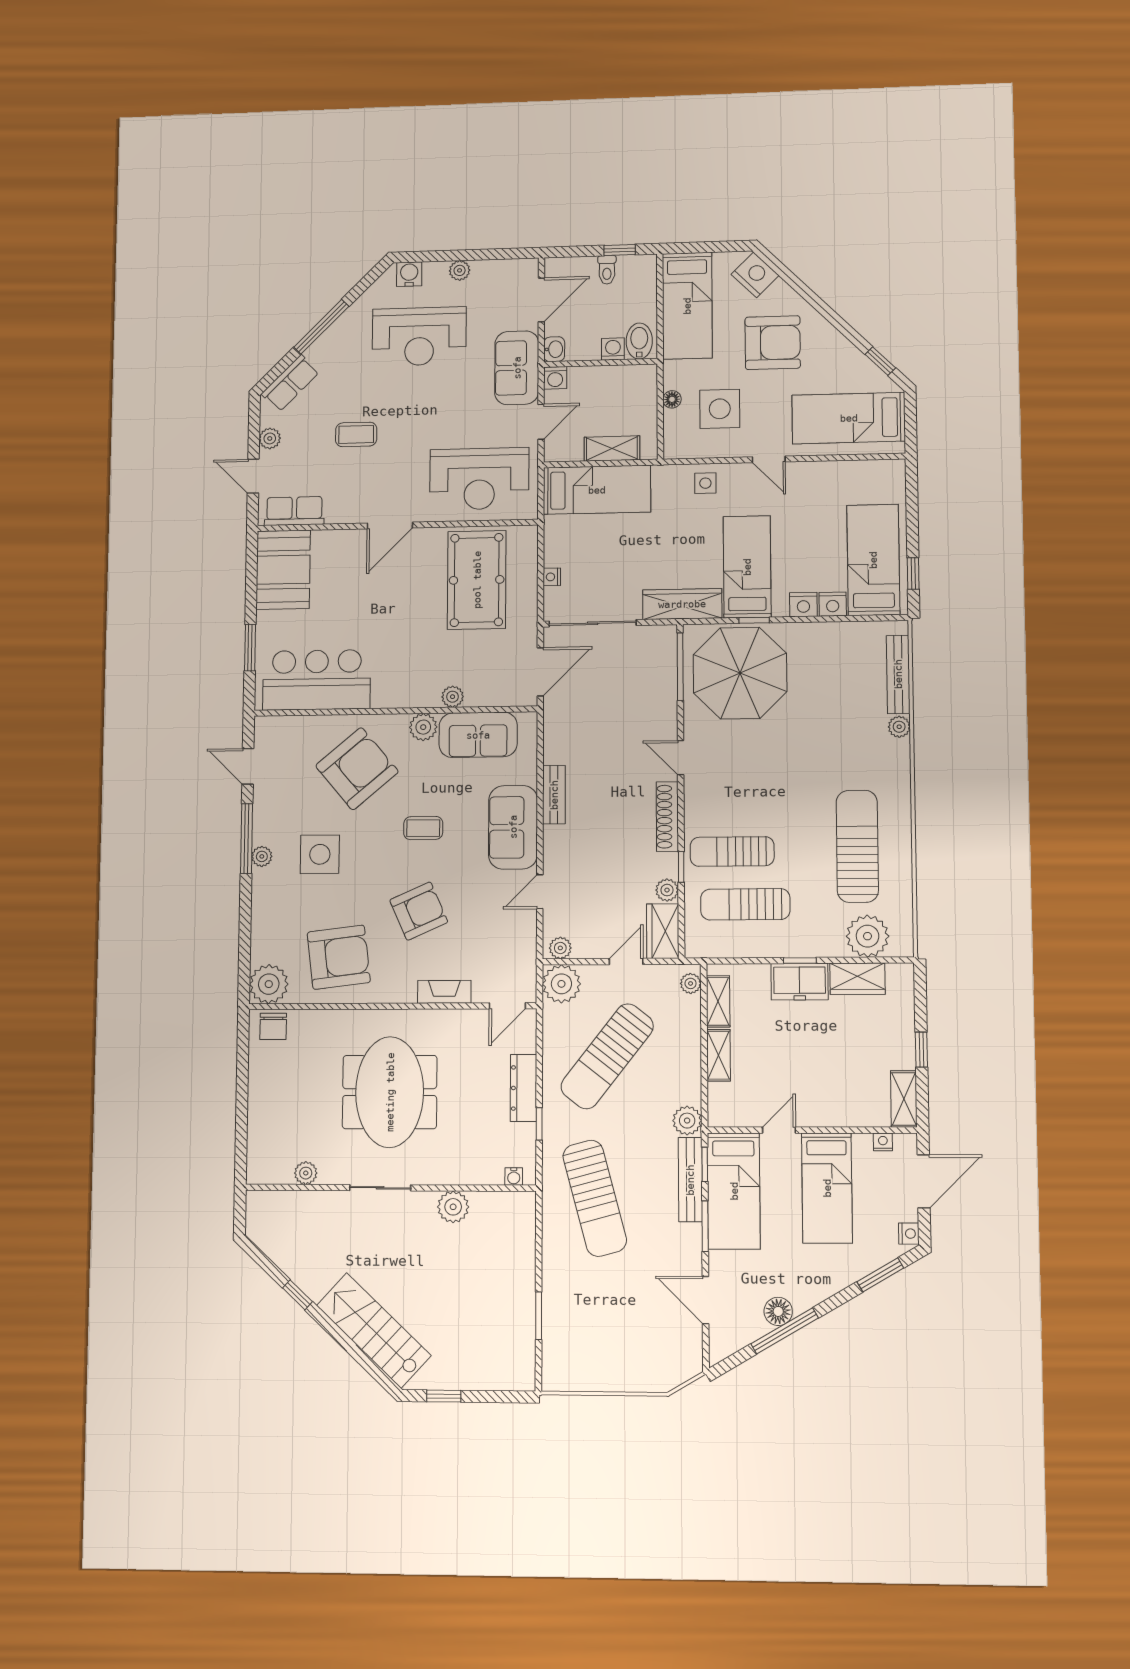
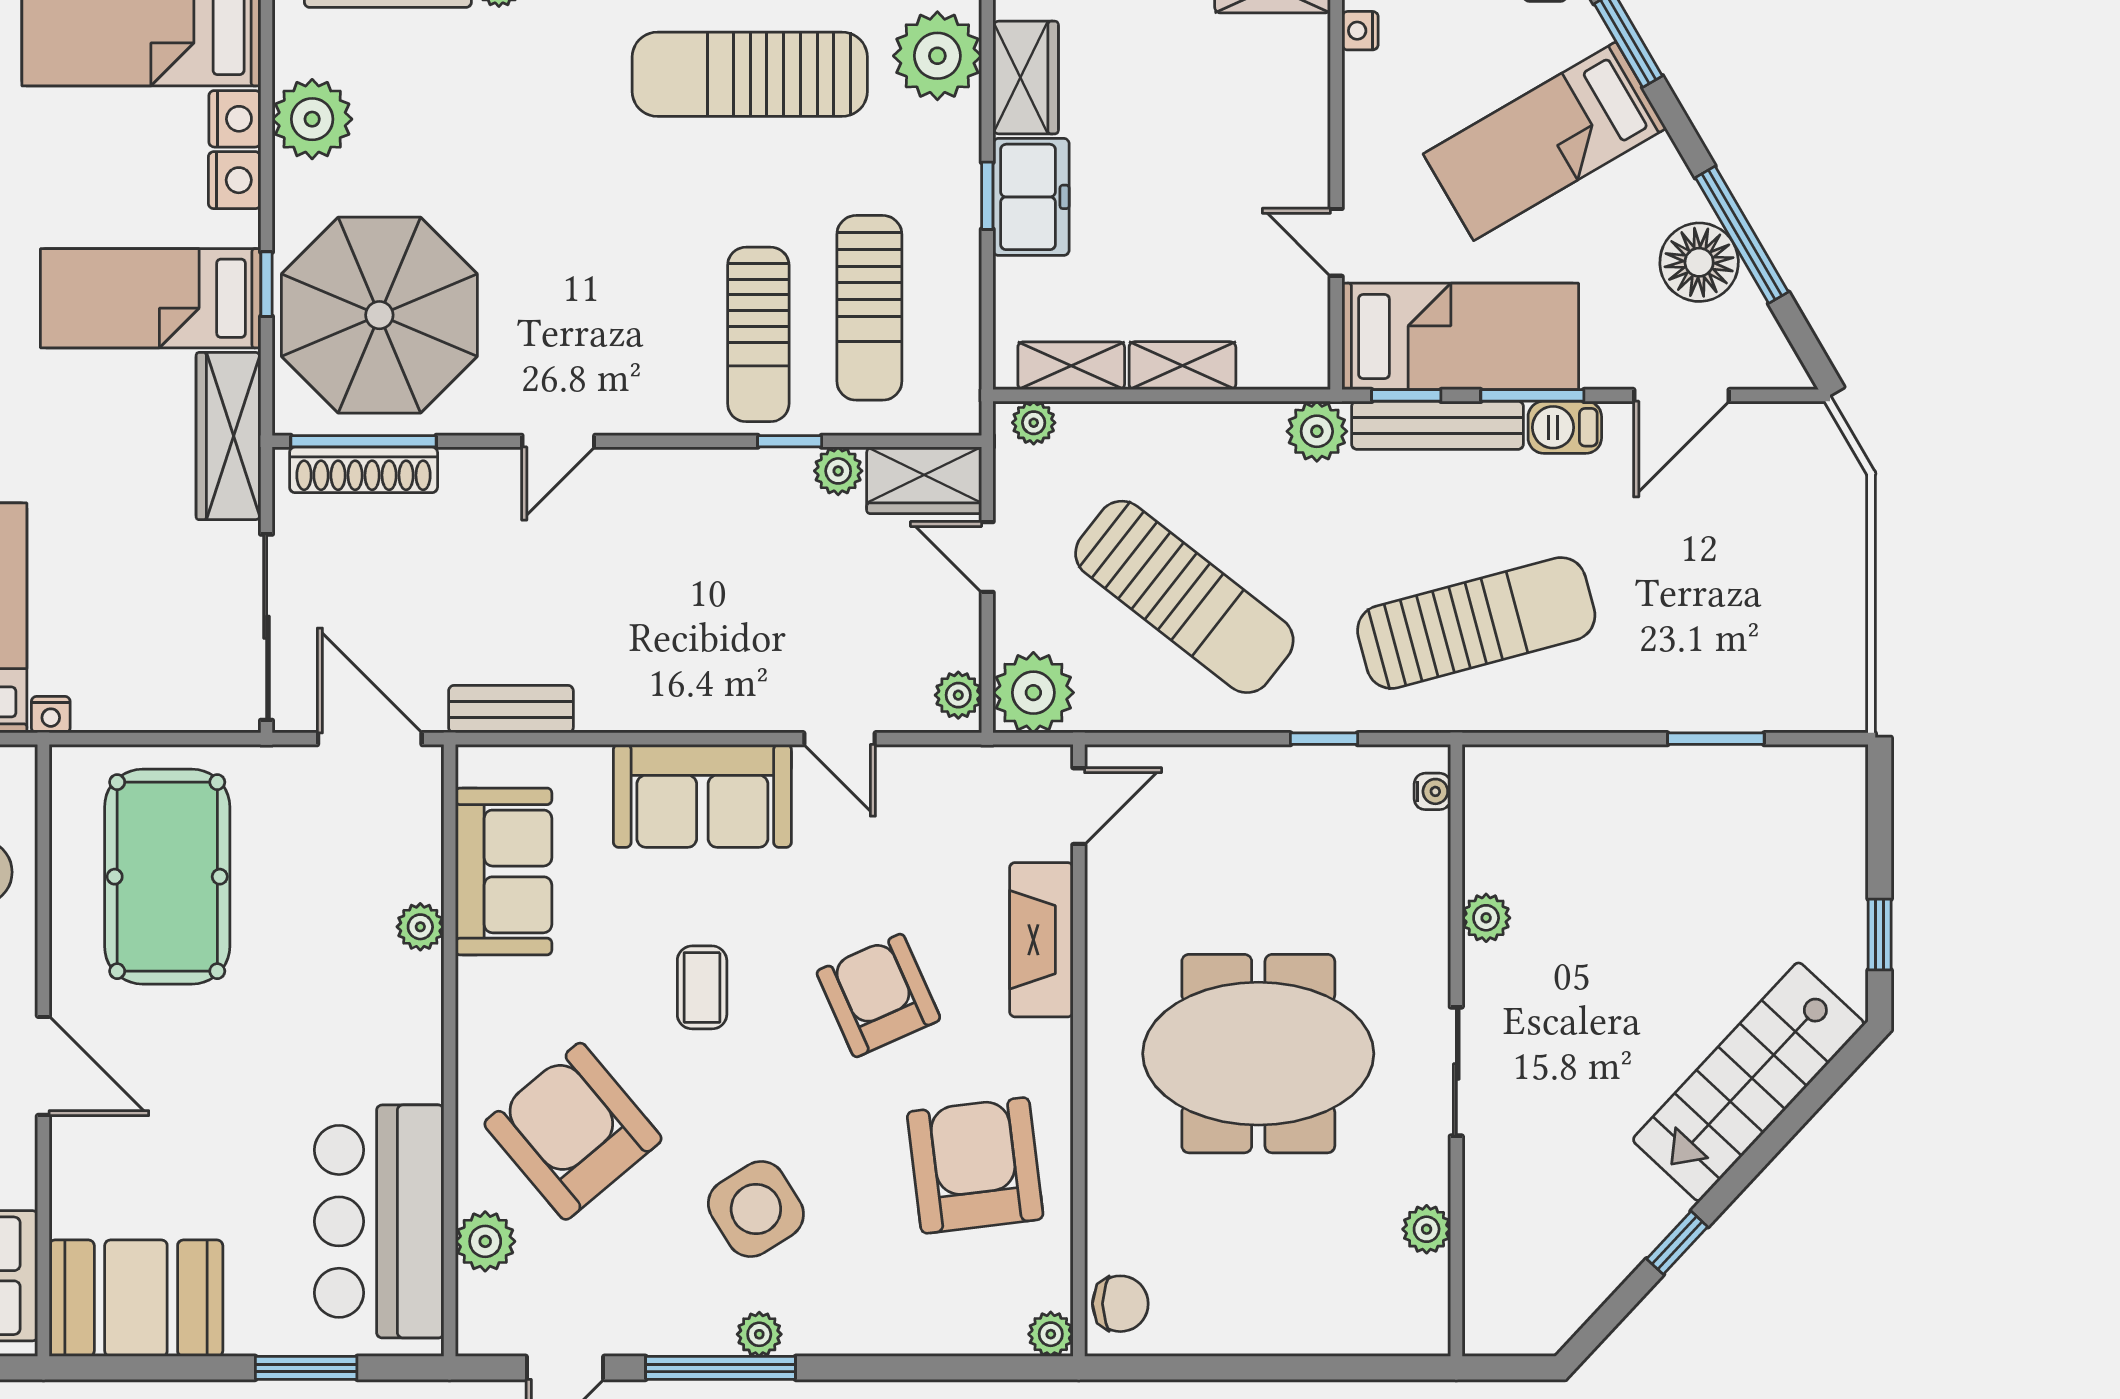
nightstand: (552, 577) -> (51, 715), moved
pool table: (477, 580) -> (167, 877), turned 90
plant: (833, 640) -> (312, 119), added
plant: (423, 727) -> (485, 1241), moved
bench: (554, 795) -> (511, 709), moved
shoe rack: (667, 817) -> (364, 470), moved
side table: (320, 854) -> (756, 1209), turned -32
plant: (269, 984) -> (1051, 1334), width x0.53, depth x0.53
fireplace: (444, 992) -> (1041, 940), width x1.37, depth x1.32
door: (507, 1006) -> (1079, 806), hinge flipped
dresser: (524, 1088) -> (1250, 772), removed
bed: (827, 1188) -> (1545, 141), moved, turned 150
plant: (453, 1207) -> (1486, 918), width x0.73, depth x0.73
barbecue: (690, 1242) -> (1565, 427), added
floor lamp: (778, 1311) -> (1699, 262), width x1.38, depth x1.38

